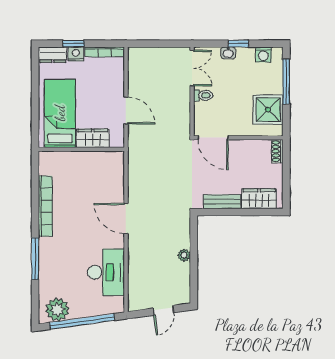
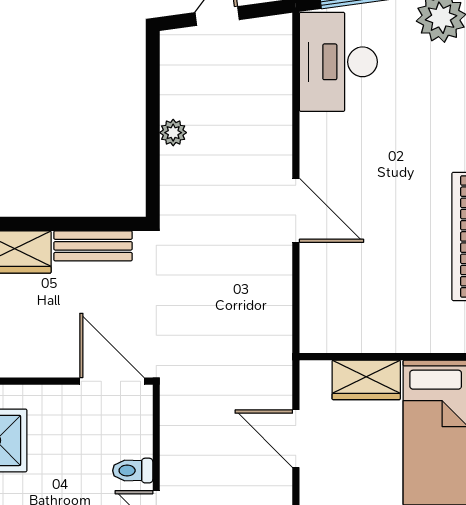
desk: (106, 272) -> (338, 62), moved

